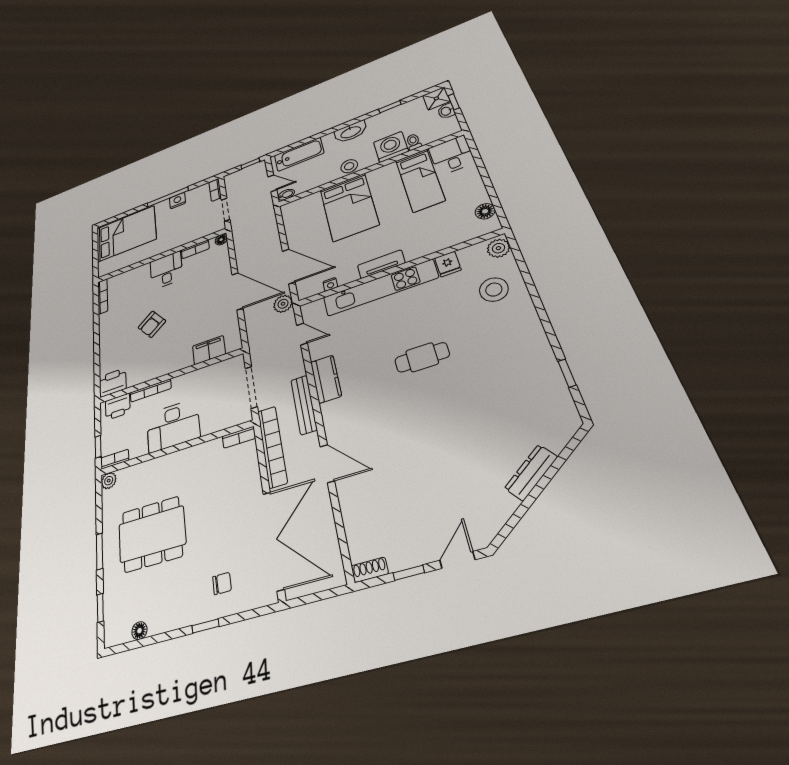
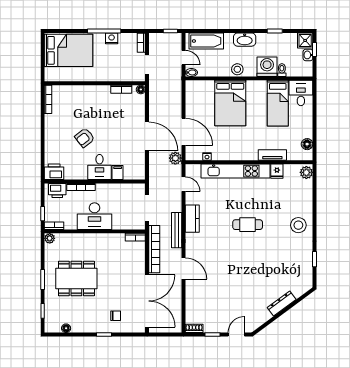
tv unit: (381, 264) -> (272, 155), moved
desk: (166, 270) -> (99, 167), moved, turned 180
stool: (494, 290) -> (298, 225), moved
filing cabinet: (209, 350) -> (118, 173), width x0.50

